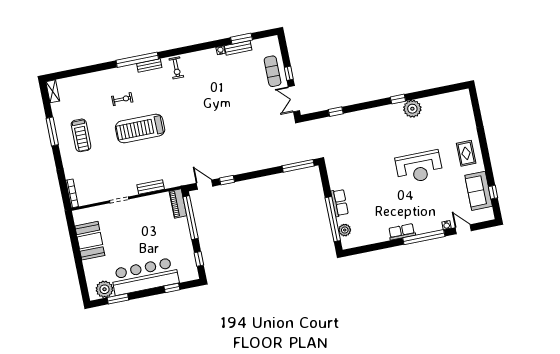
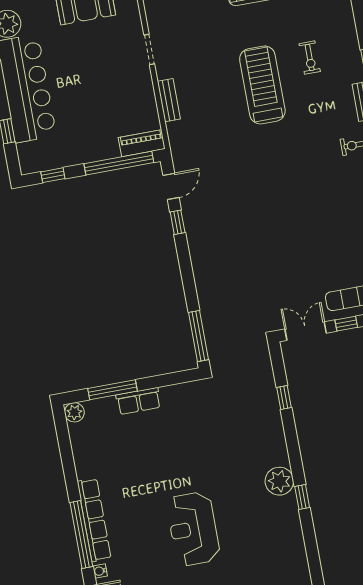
plant: (412, 109) -> (279, 481), moved
window: (333, 219) -> (113, 390), width x0.68
plant: (345, 230) -> (74, 412), moved
row of seats: (402, 232) -> (94, 520), width x2.02

